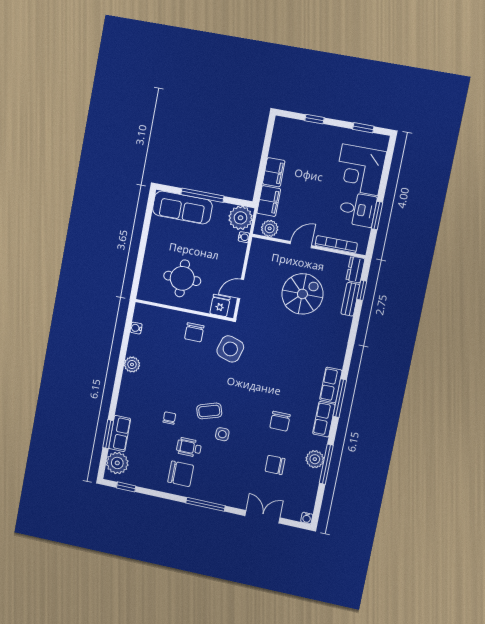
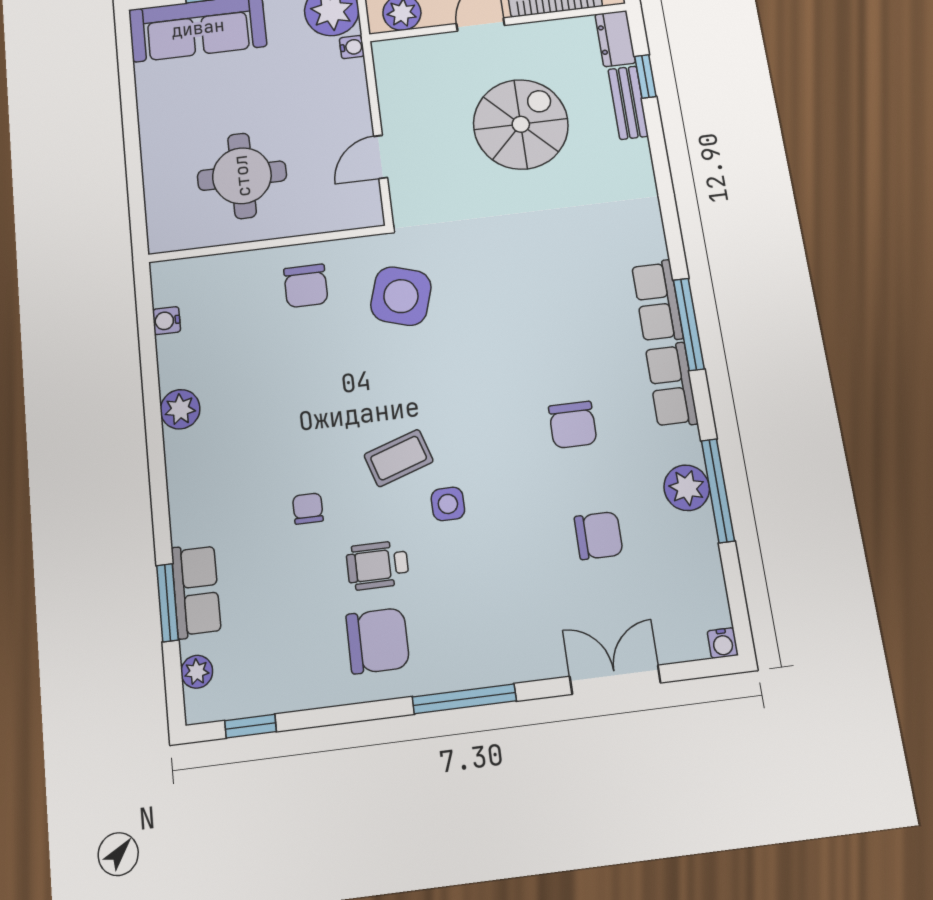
fridge: (220, 305) -> (346, 207), removed
plant: (117, 463) -> (197, 672), width x0.53, depth x0.53
chair: (275, 465) -> (599, 536), turned 180

